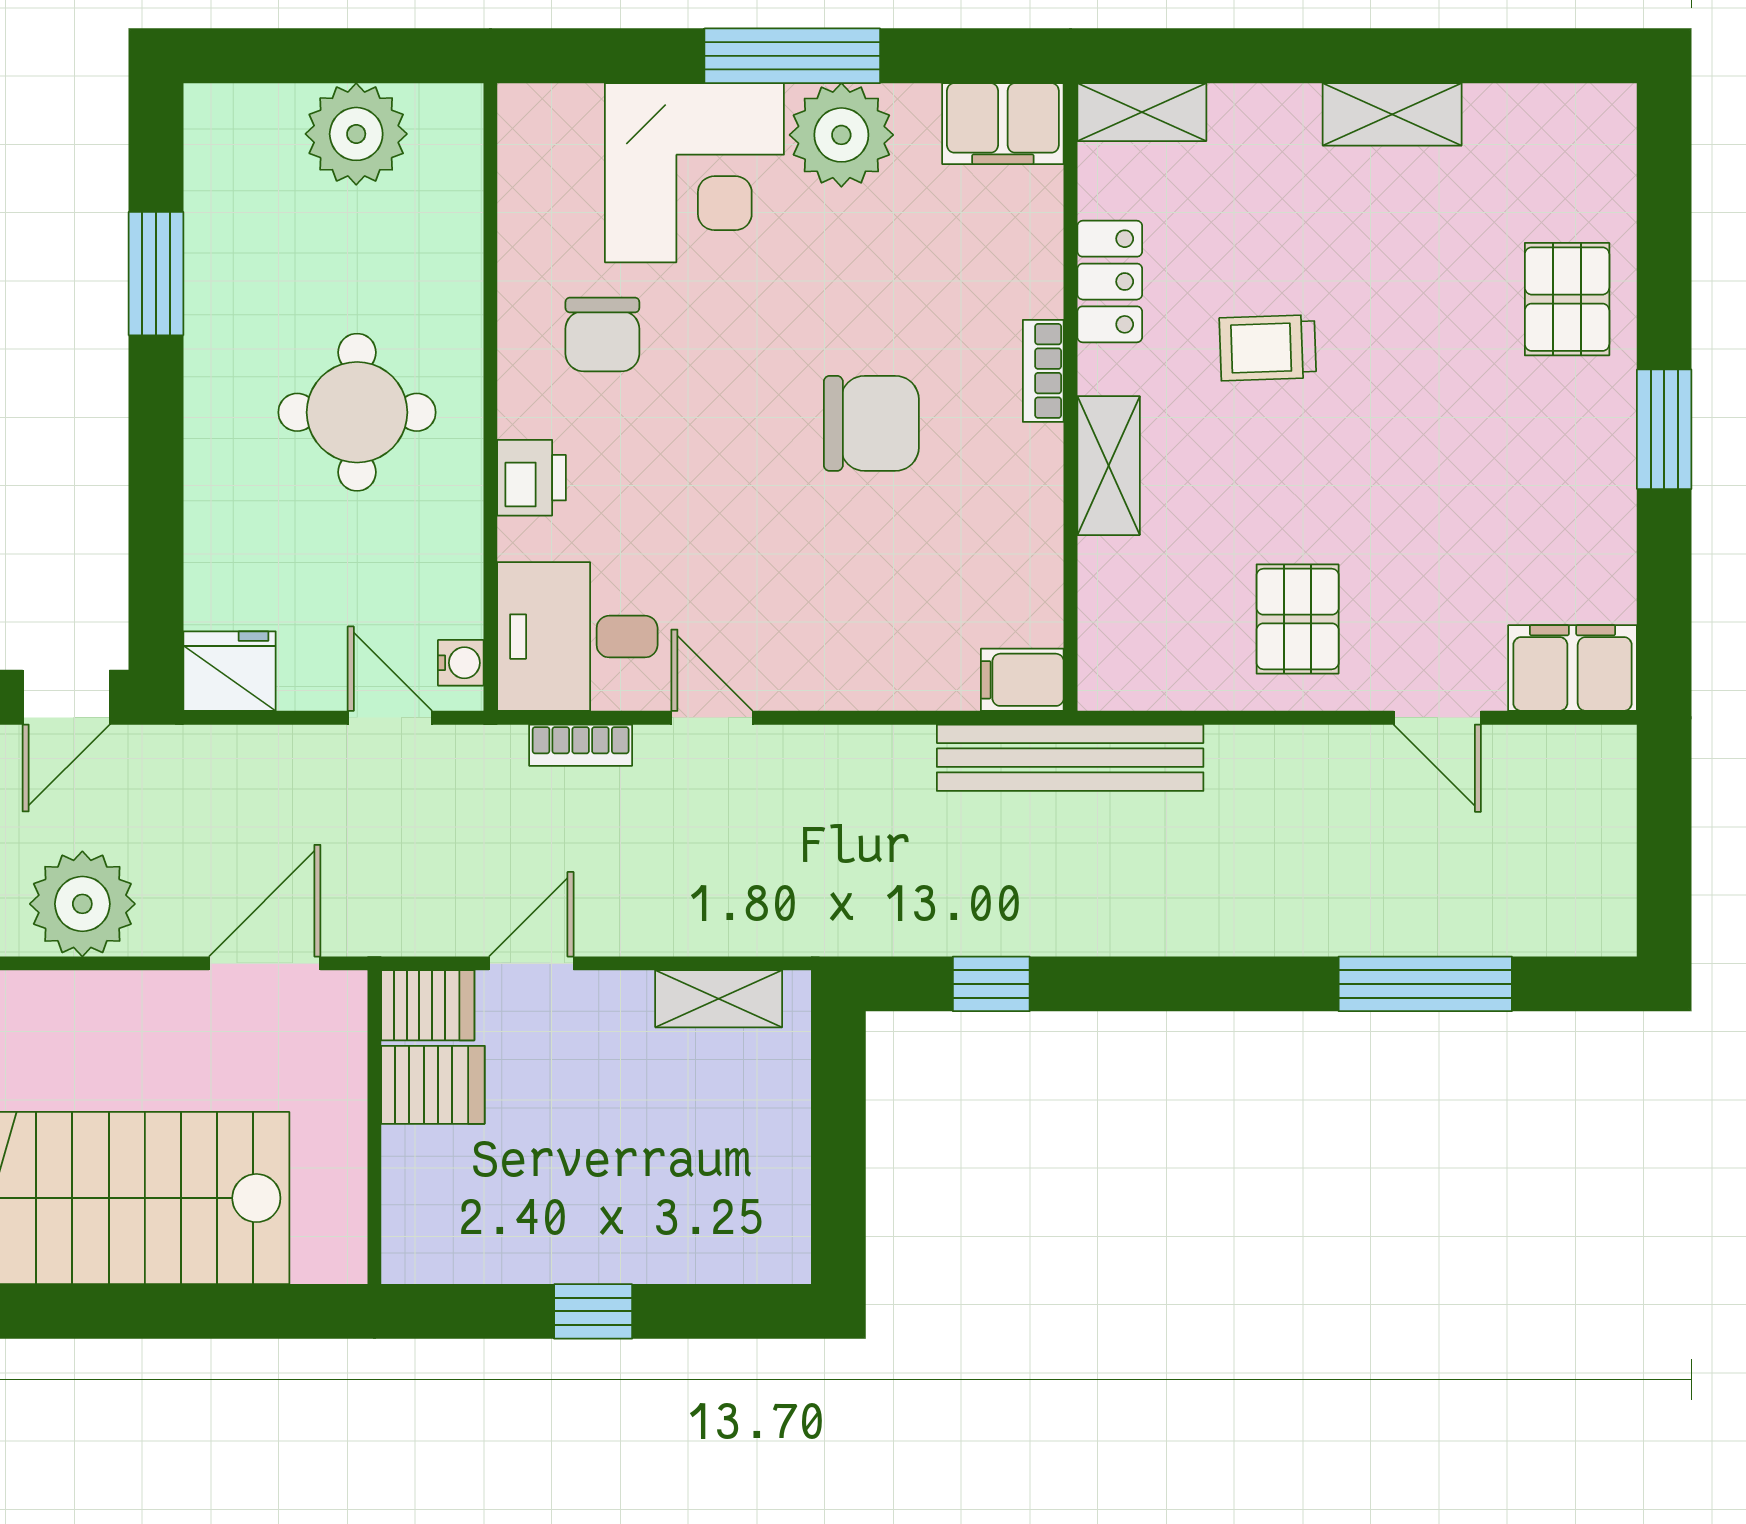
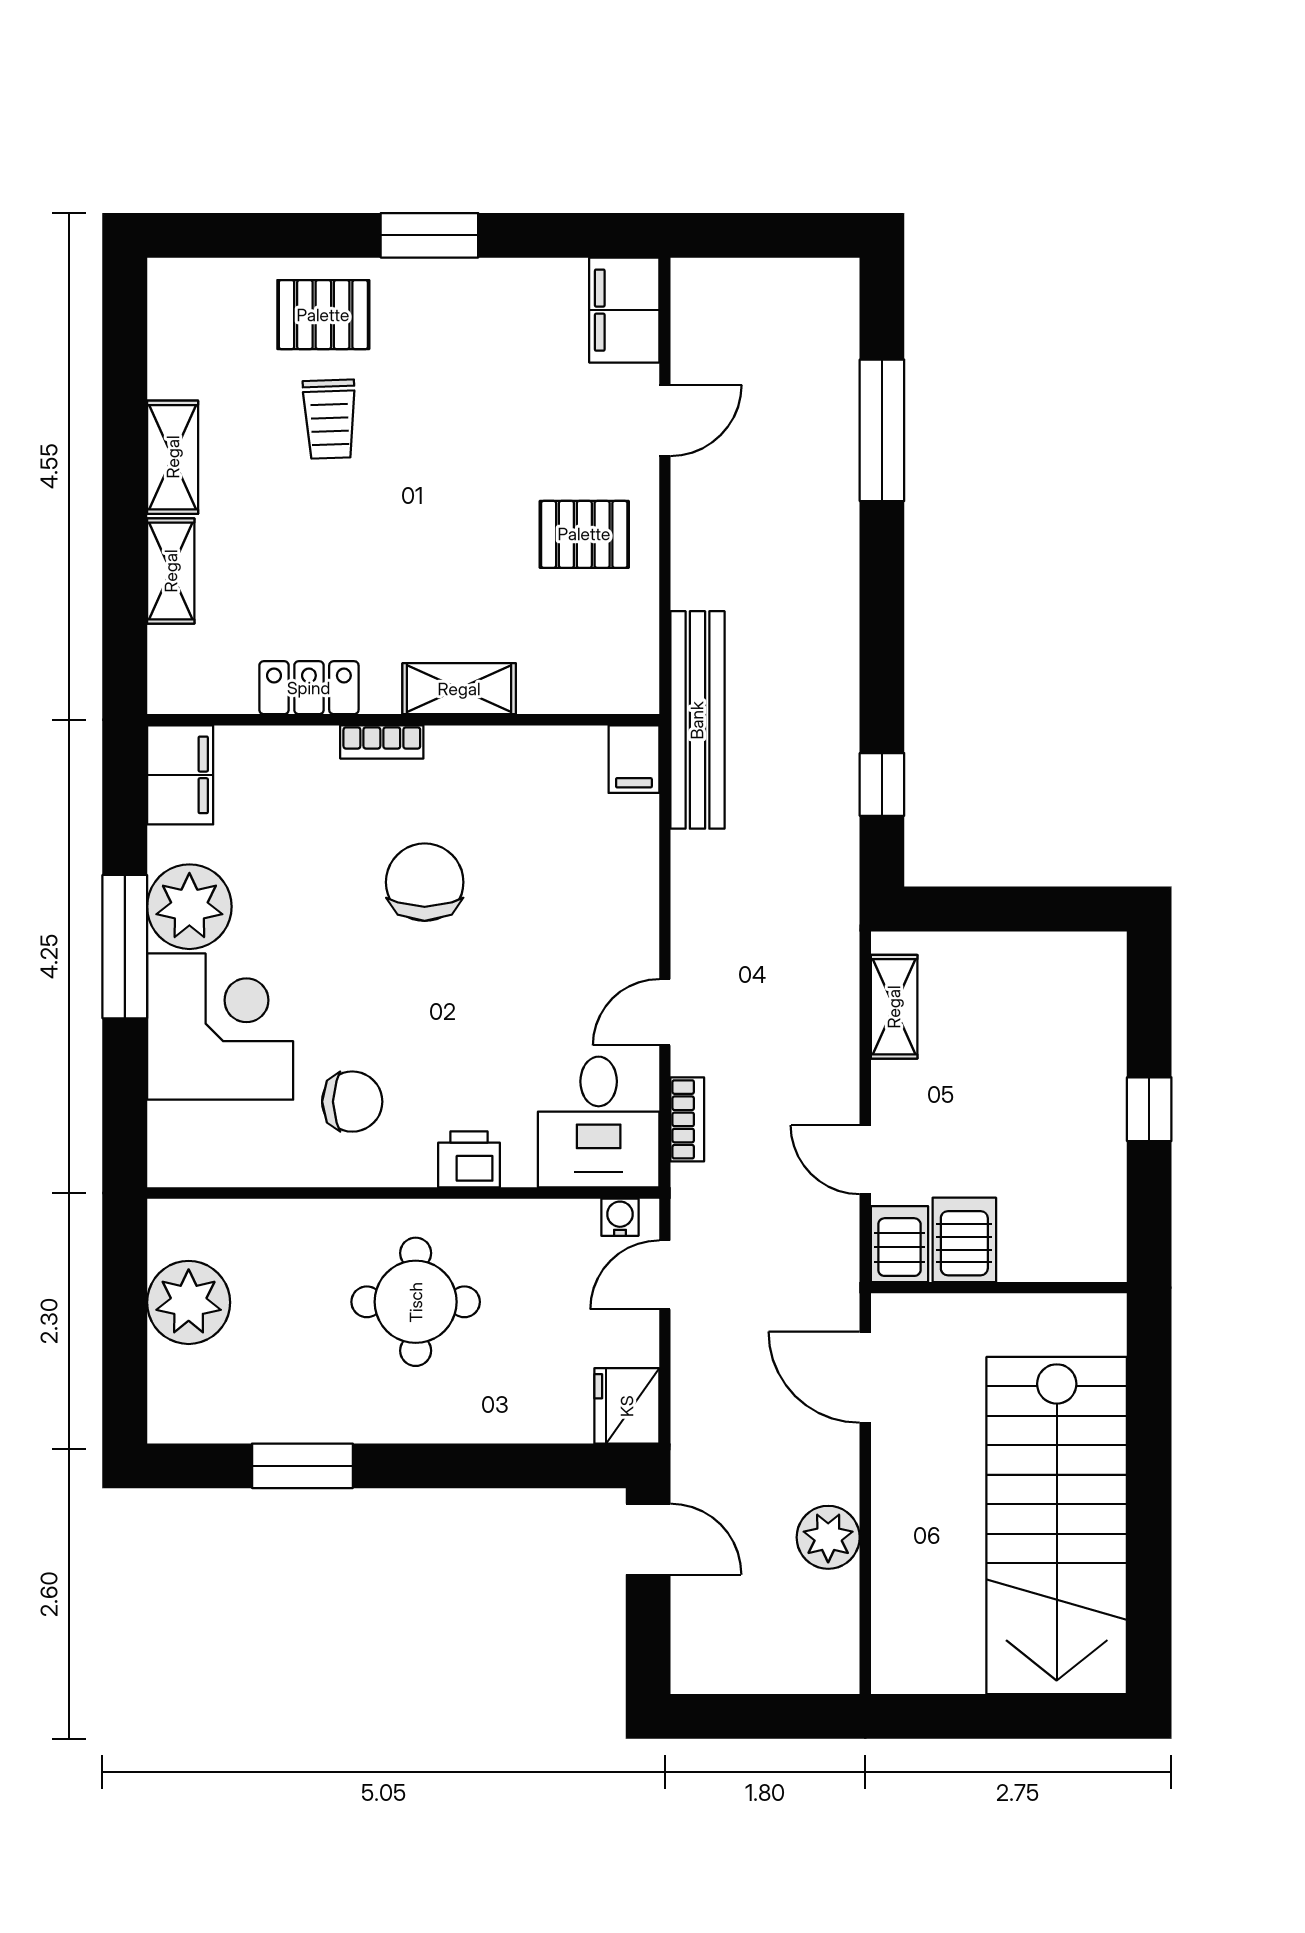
shelving: (1142, 112) -> (171, 571), moved
trolley: (1268, 348) -> (330, 419), moved
plant: (82, 904) -> (828, 1537), width x0.73, depth x0.73

